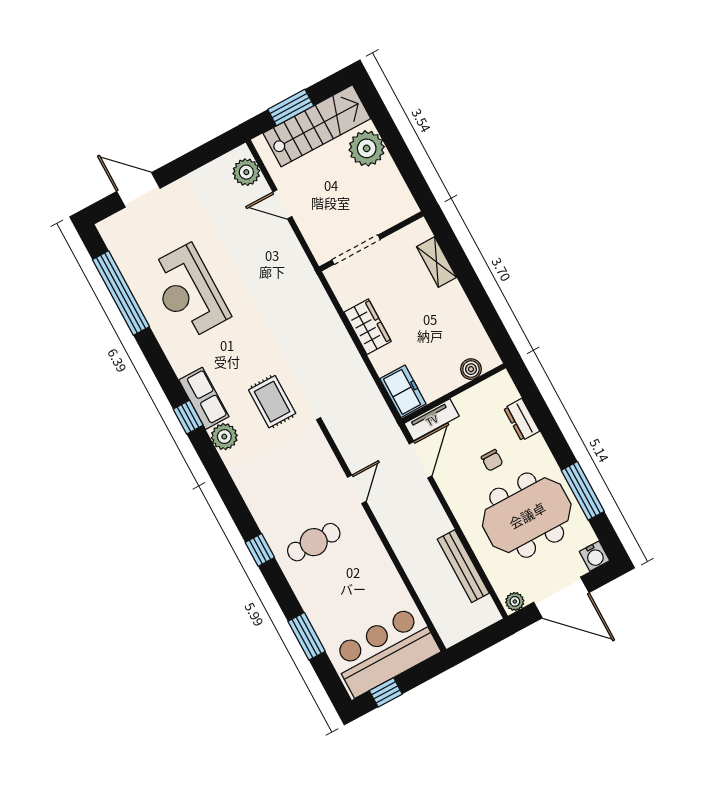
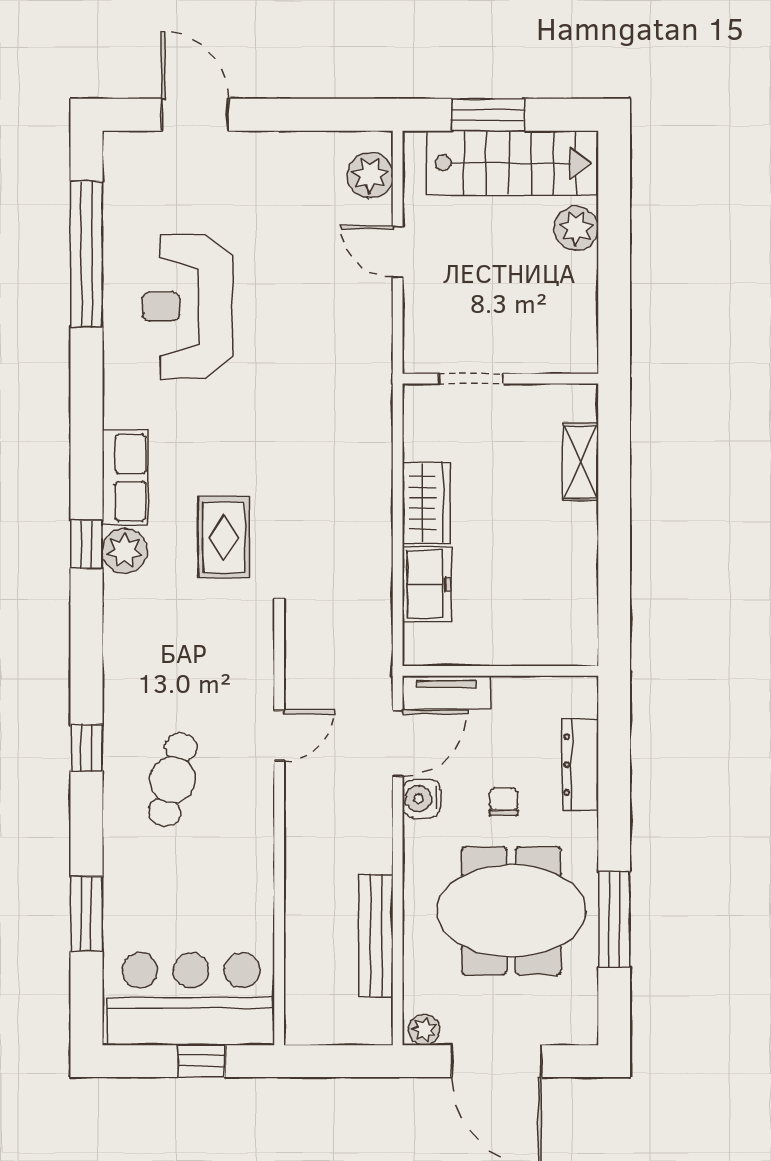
plant: (367, 148) -> (576, 229), width x0.73, depth x0.73
doorway: (356, 250) -> (471, 379), width x0.73
boiler: (471, 369) -> (546, 649), removed
freezer: (403, 391) -> (427, 584), moved
window: (188, 417) -> (86, 544), moved
dresser: (522, 420) -> (581, 765), width x1.44
chair: (492, 460) -> (504, 801), turned 180
cafe table: (314, 542) -> (173, 780), turned -76
water cooler: (595, 556) -> (422, 799), moved, turned 90
window: (386, 692) -> (202, 1061), moved

